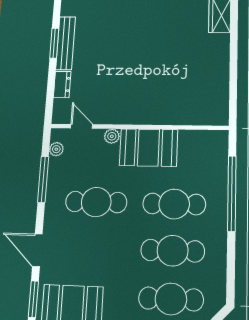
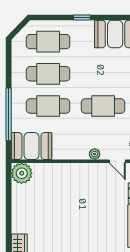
plant: (214, 112) -> (22, 173), added
booth: (149, 148) -> (31, 146), moved

